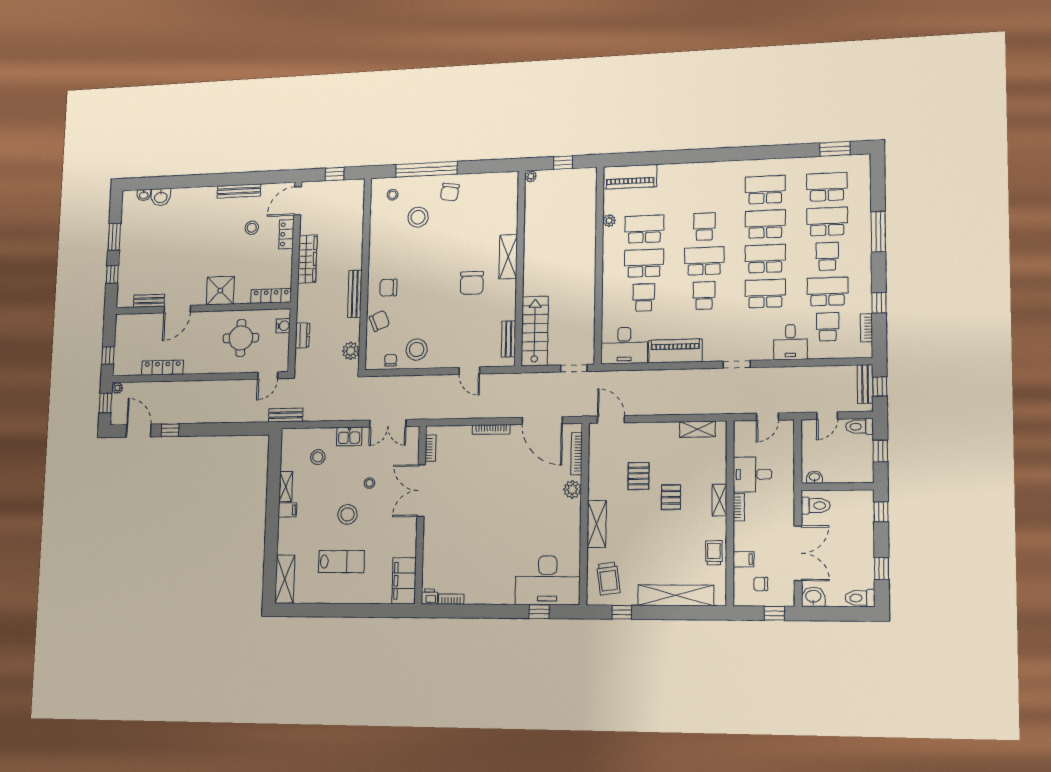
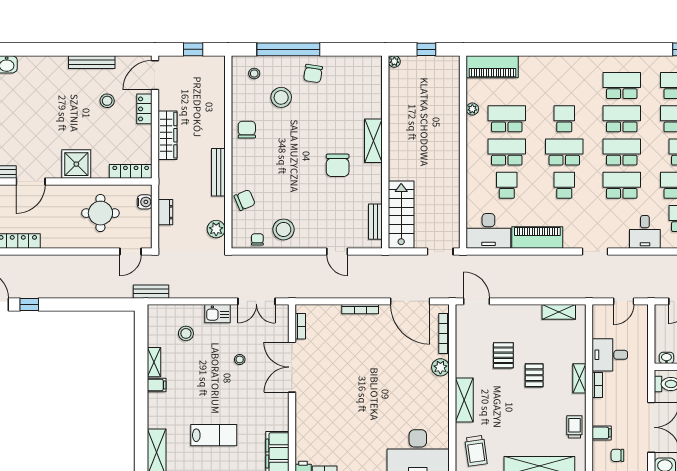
chair: (388, 288) -> (247, 130), moved, turned 90
stool: (348, 514) -> (218, 390), removed

